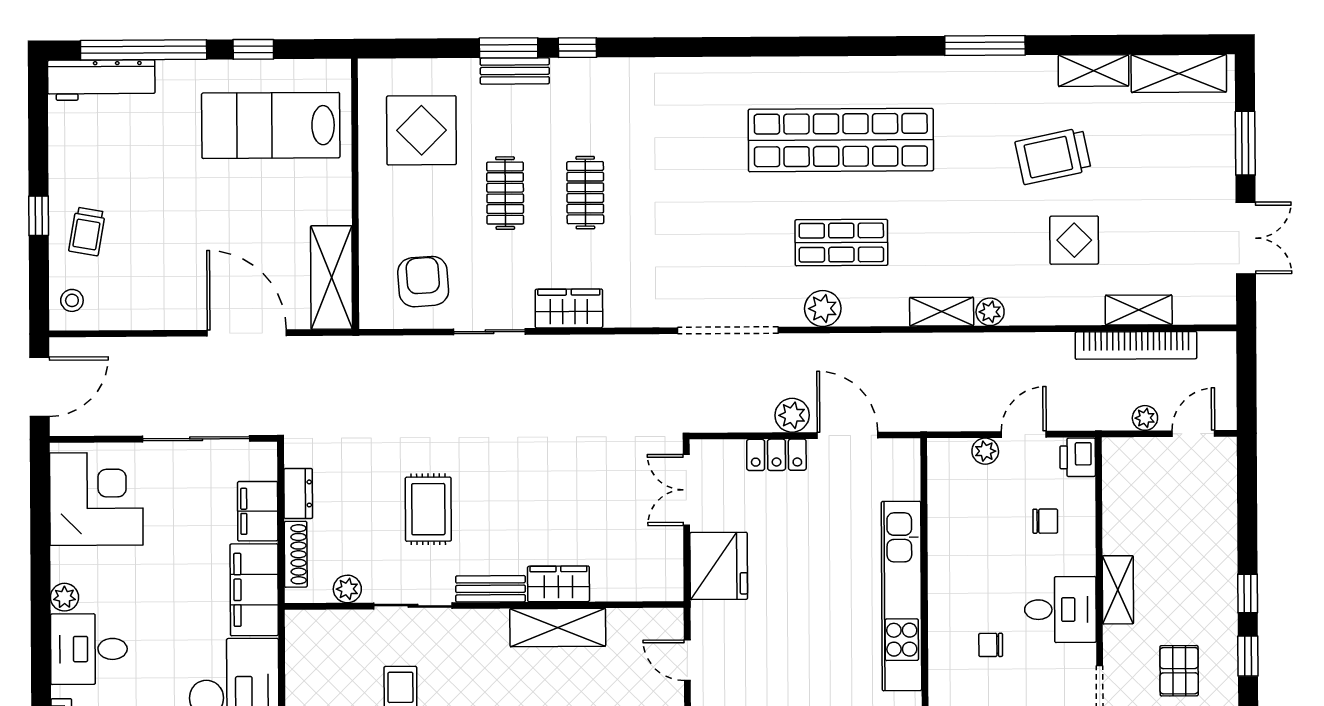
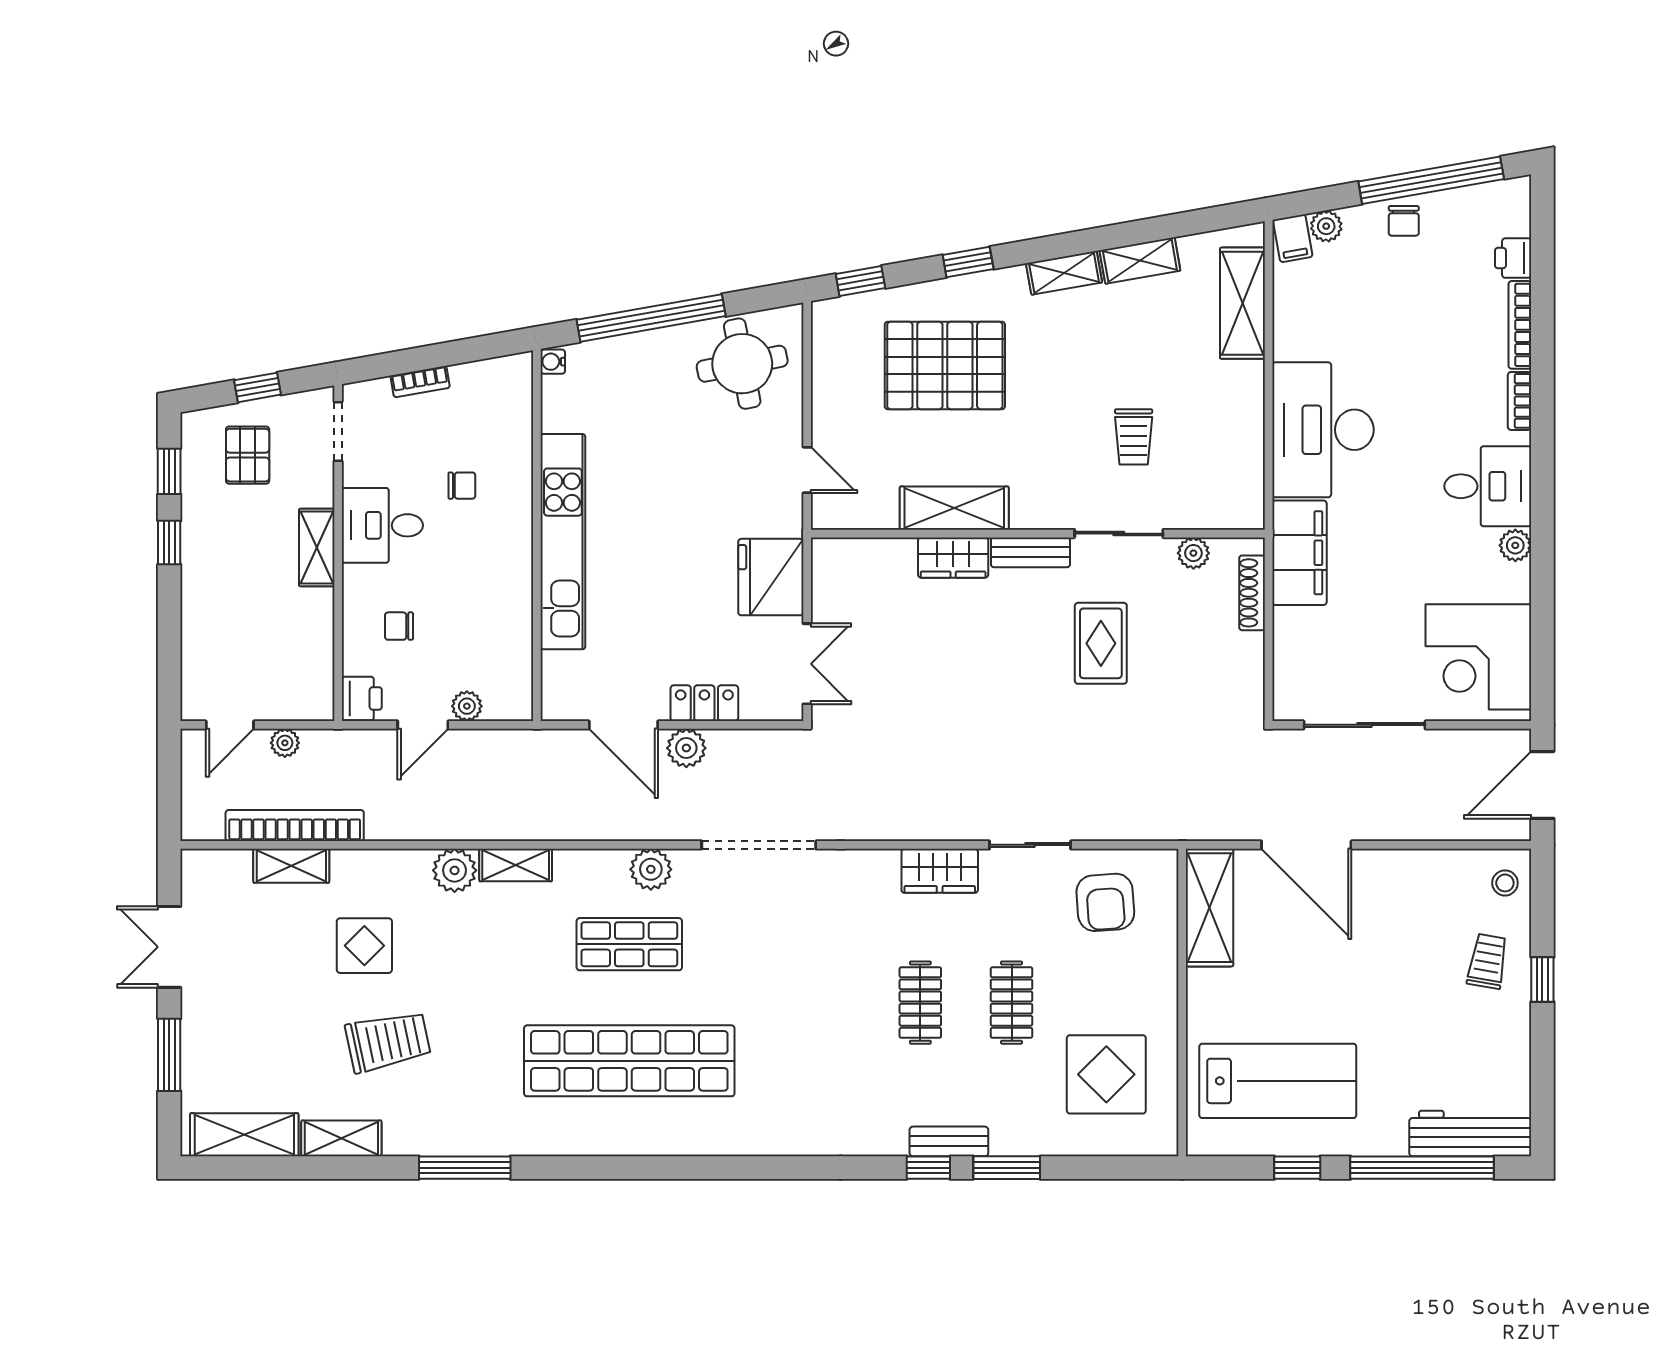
bench: (515, 71) -> (949, 1141), moved
plant: (990, 312) -> (455, 870), width x1.38, depth x1.38
dresser: (298, 494) -> (1249, 662), removed
filing cabinet: (258, 511) -> (1295, 642), removed

